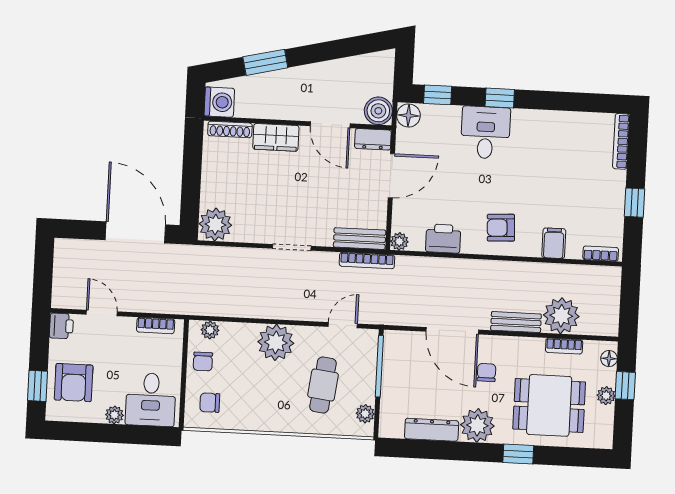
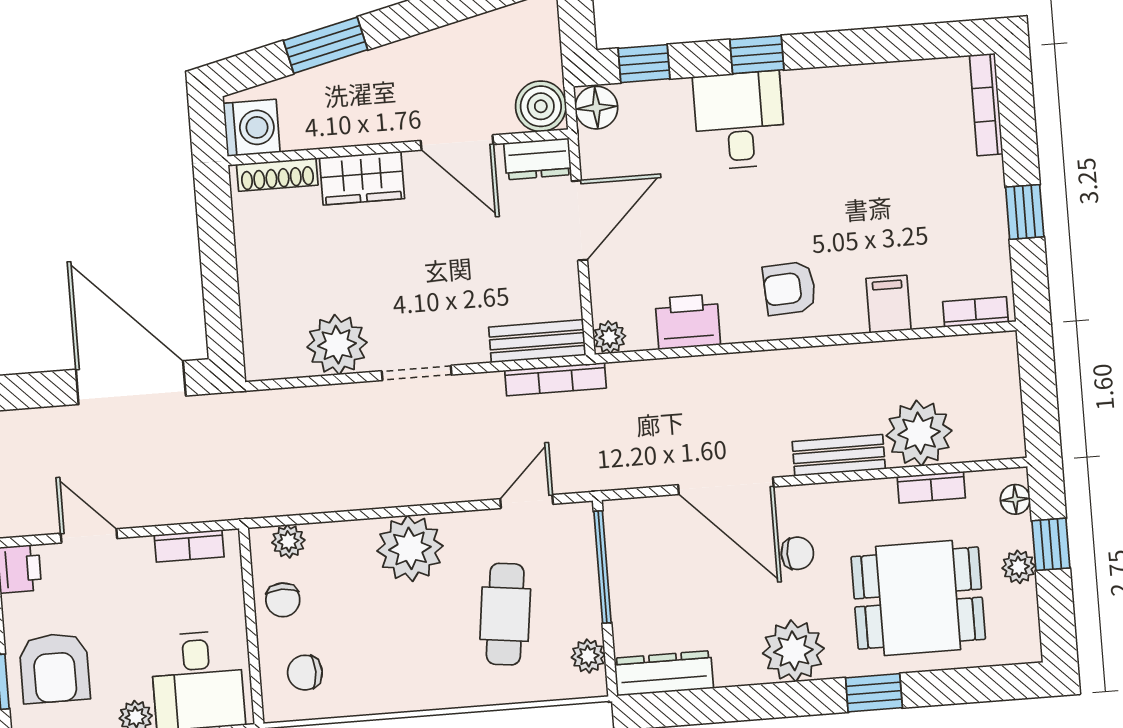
plant: (215, 224) -> (337, 345), moved
chair: (486, 373) -> (797, 553), turned 90
dresser: (432, 430) -> (664, 673), moved

